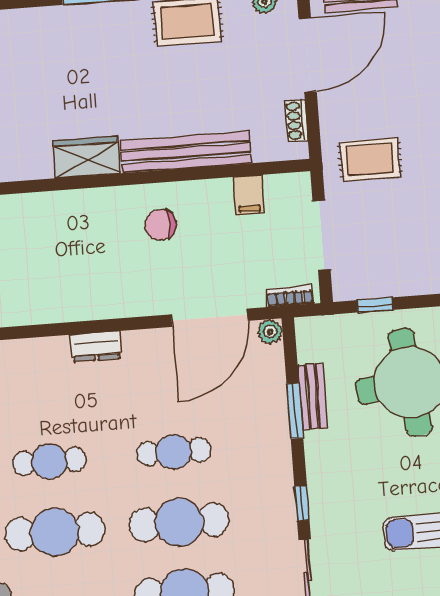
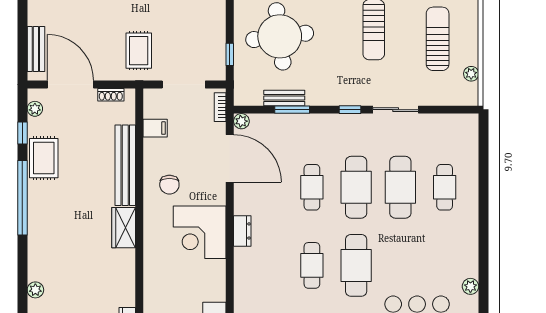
corner desk: (88, 279) -> (200, 232), added

